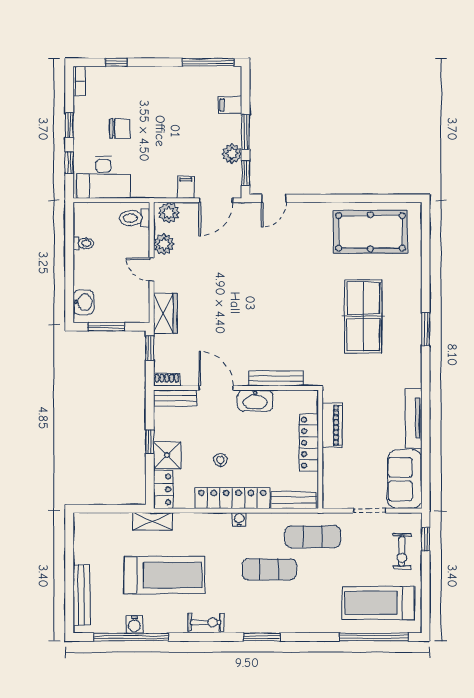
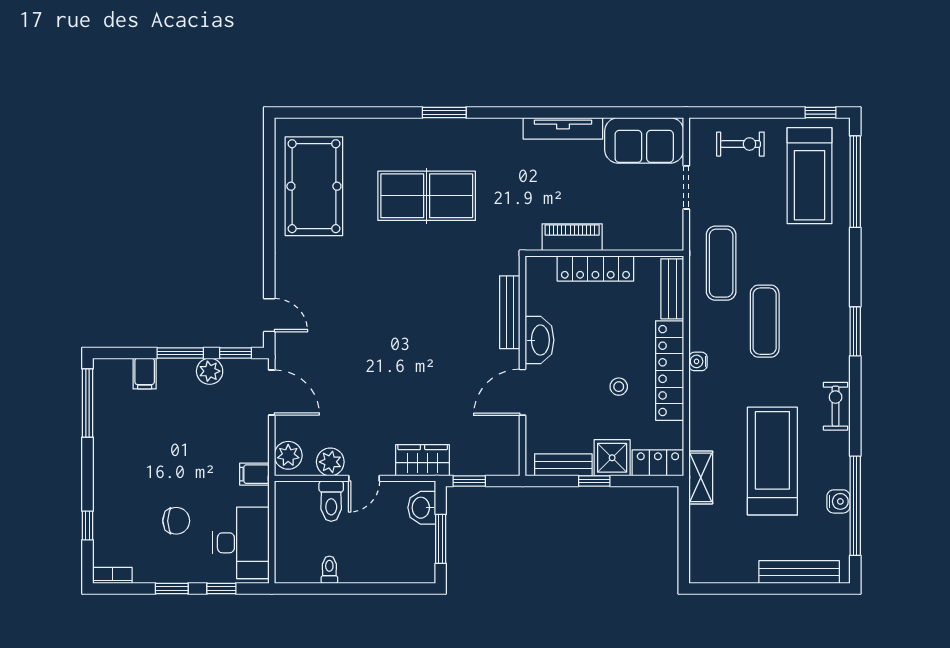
chair: (120, 129) -> (176, 521), turned 90
filing cabinet: (186, 187) -> (254, 474), moved
toilet: (135, 218) -> (331, 501), moved
washbasin: (83, 302) -> (422, 508), moved, turned -90
shoe rack: (167, 380) -> (511, 458), removed
bench: (175, 398) -> (563, 465), moved, turned 90
window: (426, 539) -> (820, 112), moved

